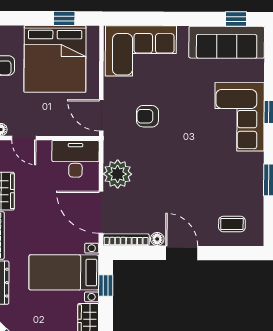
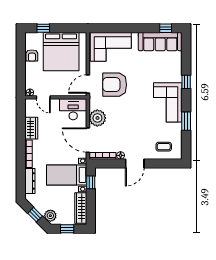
window: (64, 18) -> (43, 28), moved
door: (101, 115) -> (88, 84), hinge flipped
armchair: (147, 116) -> (115, 85), width x1.88, depth x1.88
corner sofa: (240, 117) -> (168, 102), moved
door: (182, 253) -> (135, 163), swing flipped

